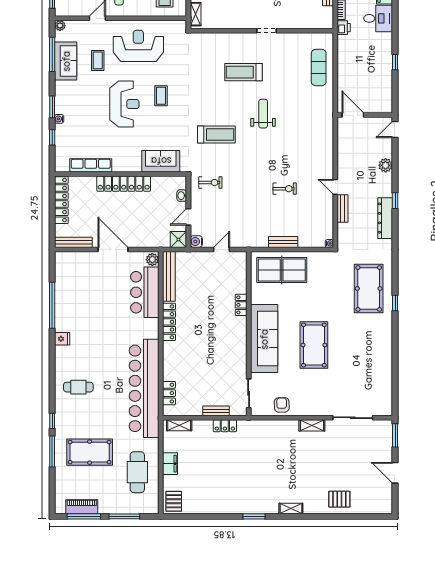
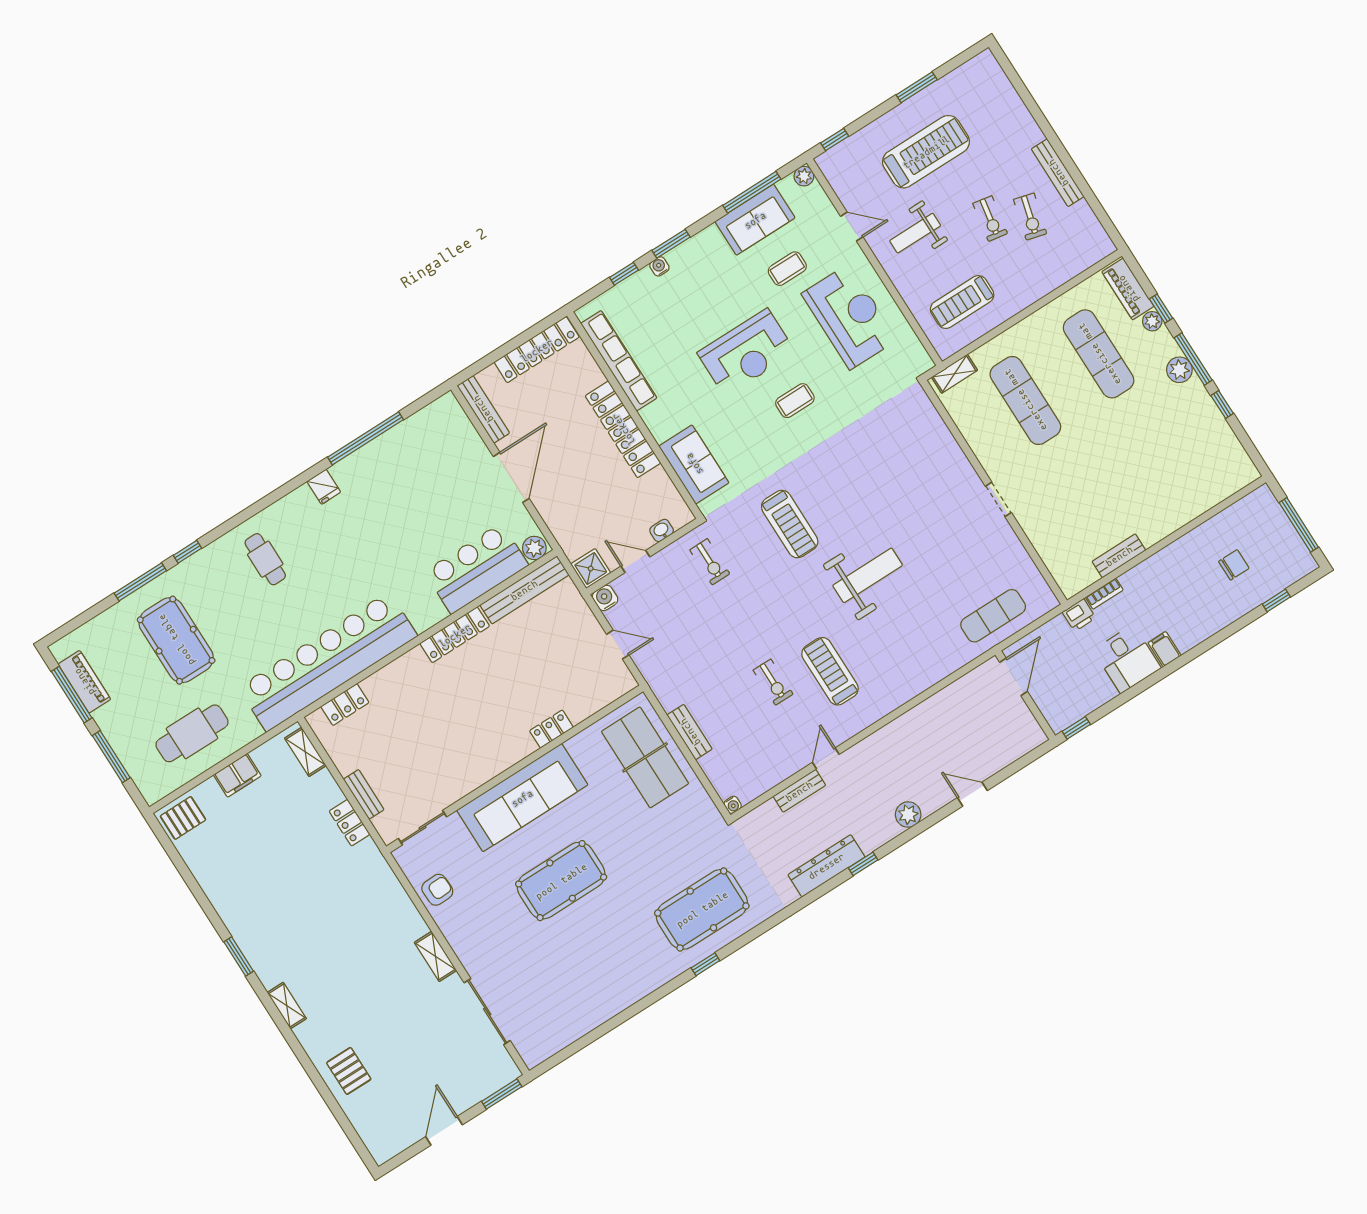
treadmill: (243, 72) -> (830, 671), moved
weight bench: (263, 114) -> (868, 575), width x1.36, depth x1.33
door: (353, 115) -> (1014, 677), moved
wall: (365, 115) -> (1025, 695), moved
row of seats: (91, 165) -> (619, 361), width x1.36

